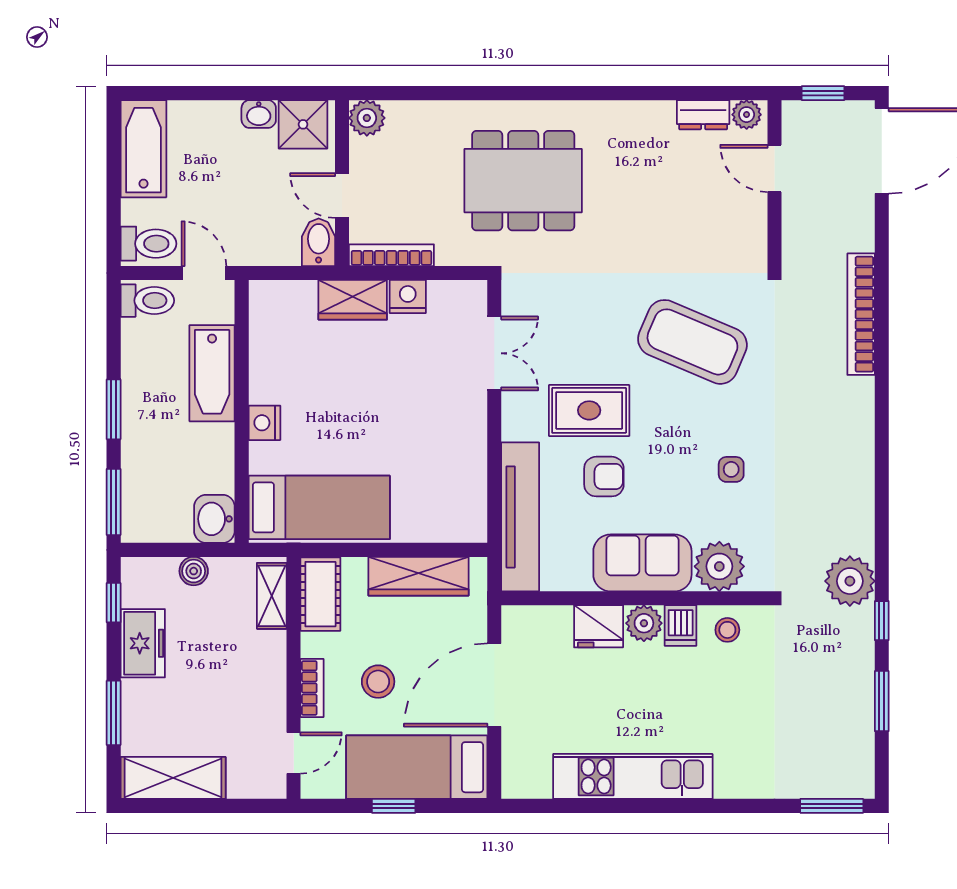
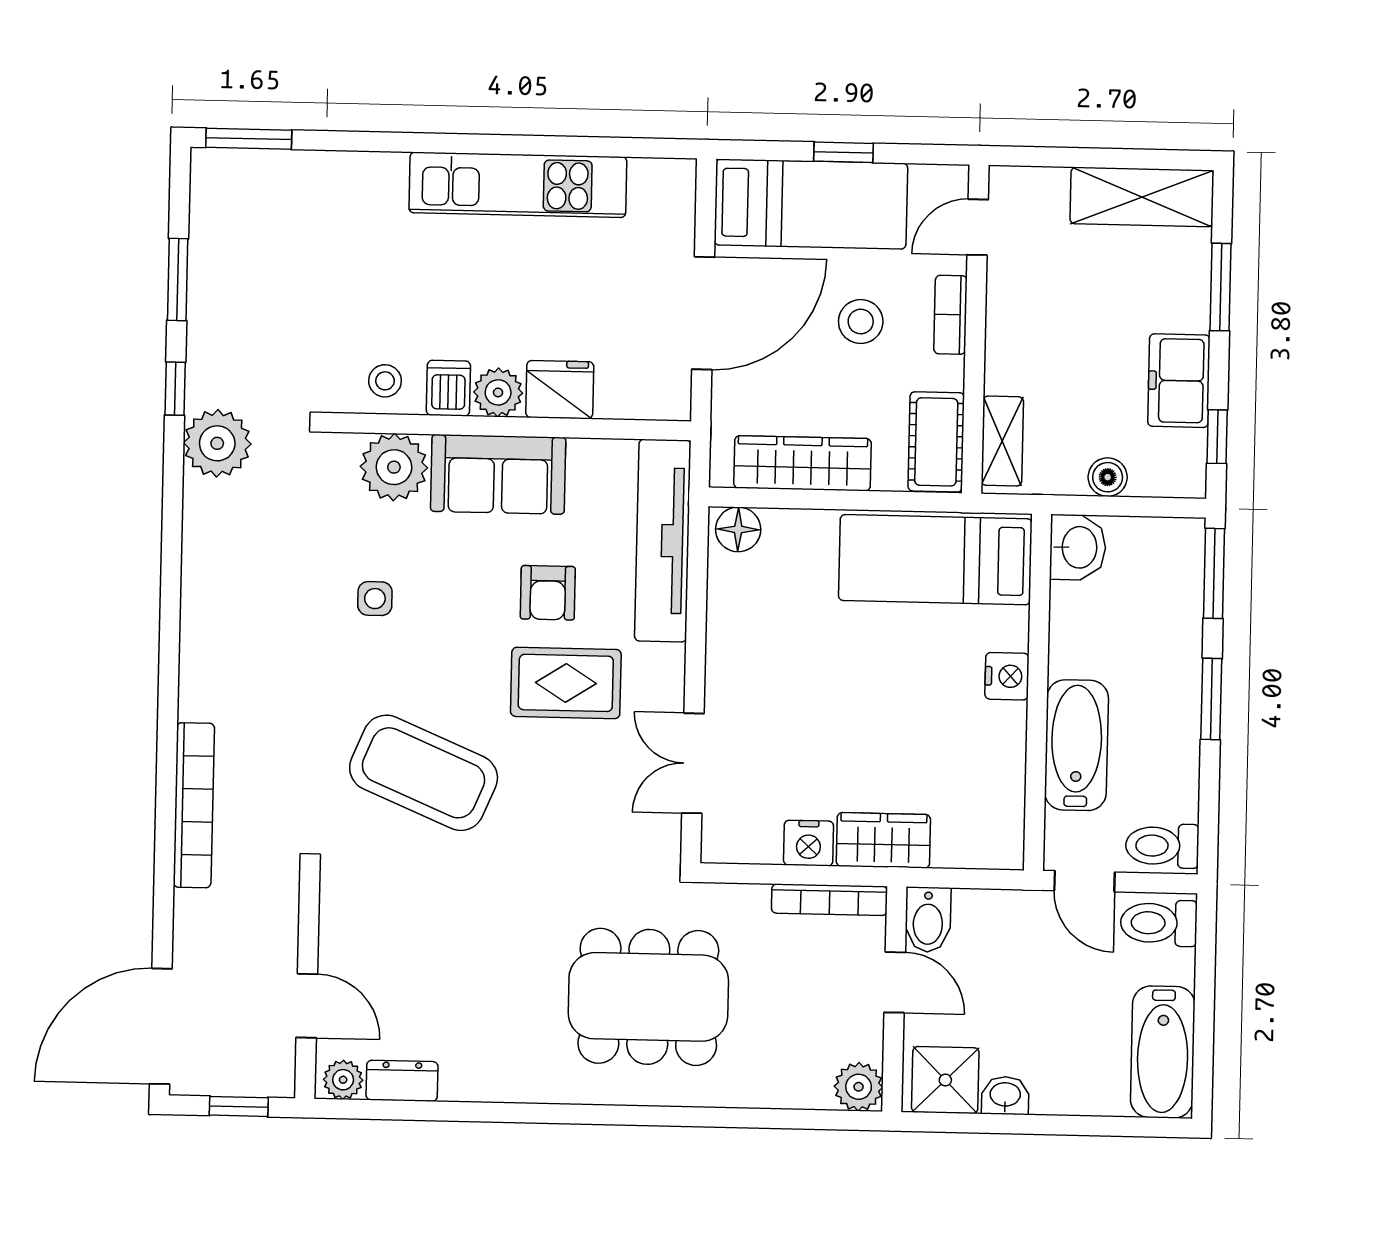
armchair: (604, 477) -> (548, 593), turned -90
floor lamp: (465, 526) -> (738, 529), added

